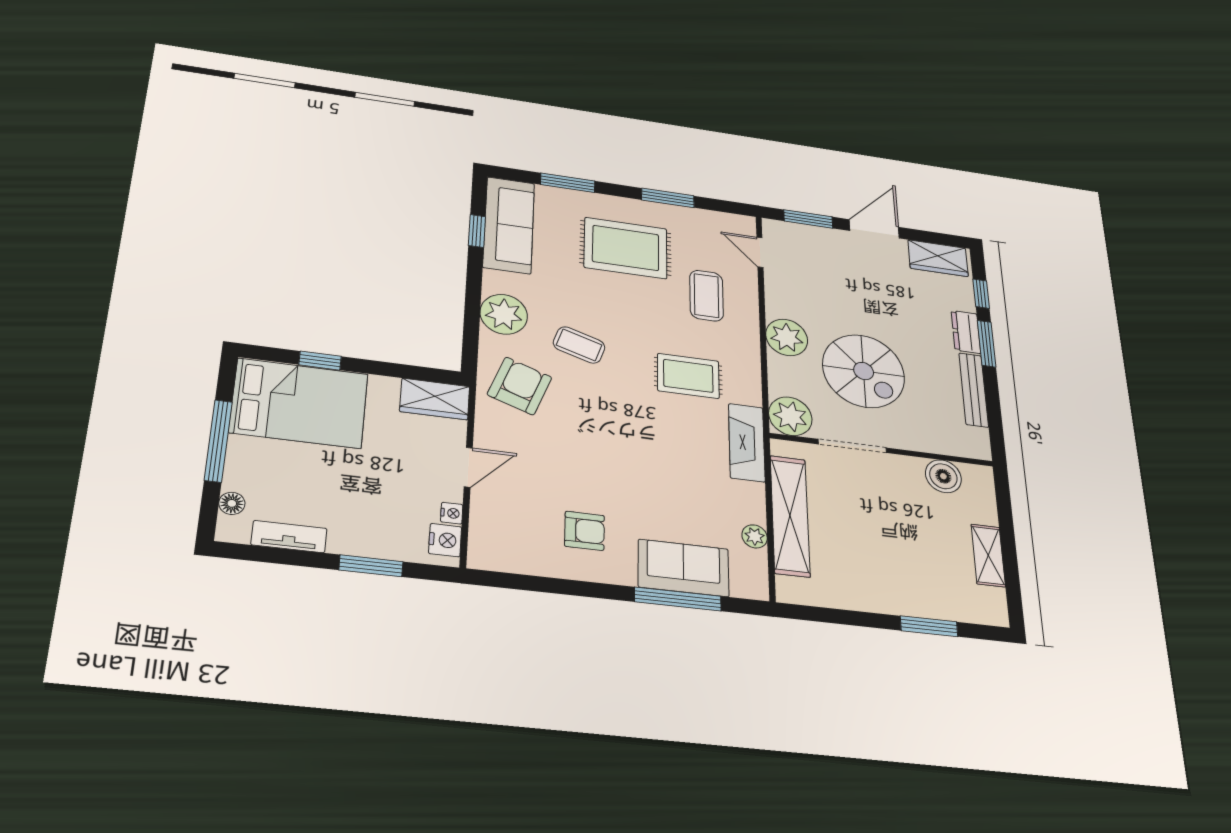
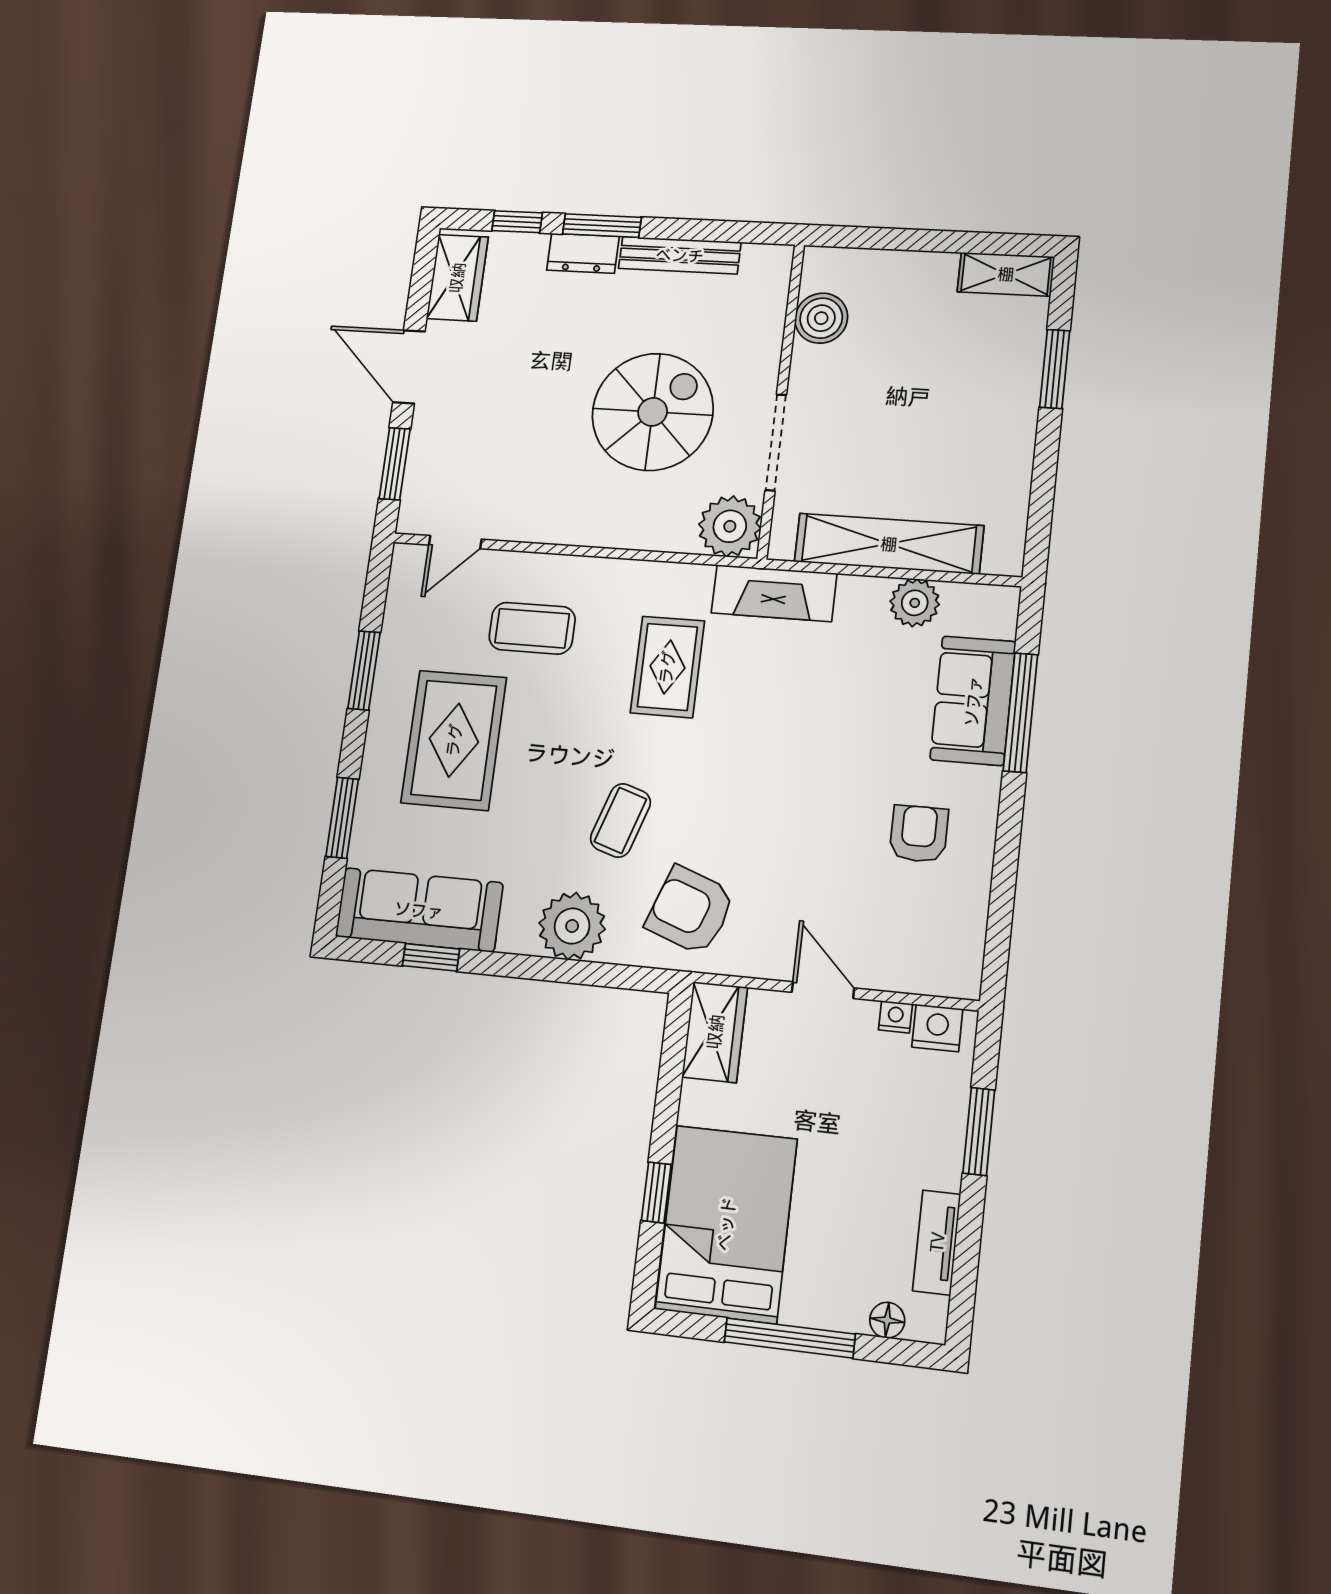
plant: (787, 337) -> (600, 518), removed
plant: (755, 536) -> (915, 603), width x1.38, depth x1.38
shelving: (988, 555) -> (1006, 274), moved

